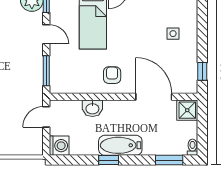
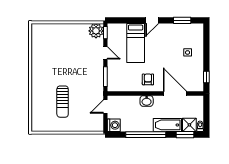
washbasin: (92, 108) -> (147, 101), moved
shower: (187, 110) -> (189, 125), moved
bathtub: (120, 145) -> (167, 125), moved
window: (109, 160) -> (146, 135), width x3.17

